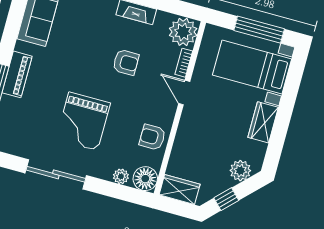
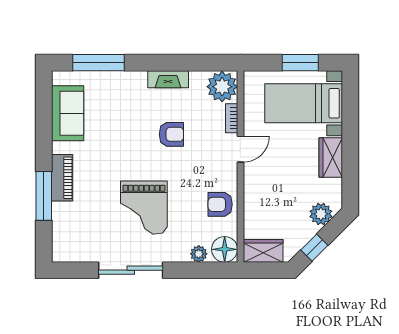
window: (259, 30) -> (300, 63), width x0.69
door: (184, 93) -> (240, 149), swing flipped

